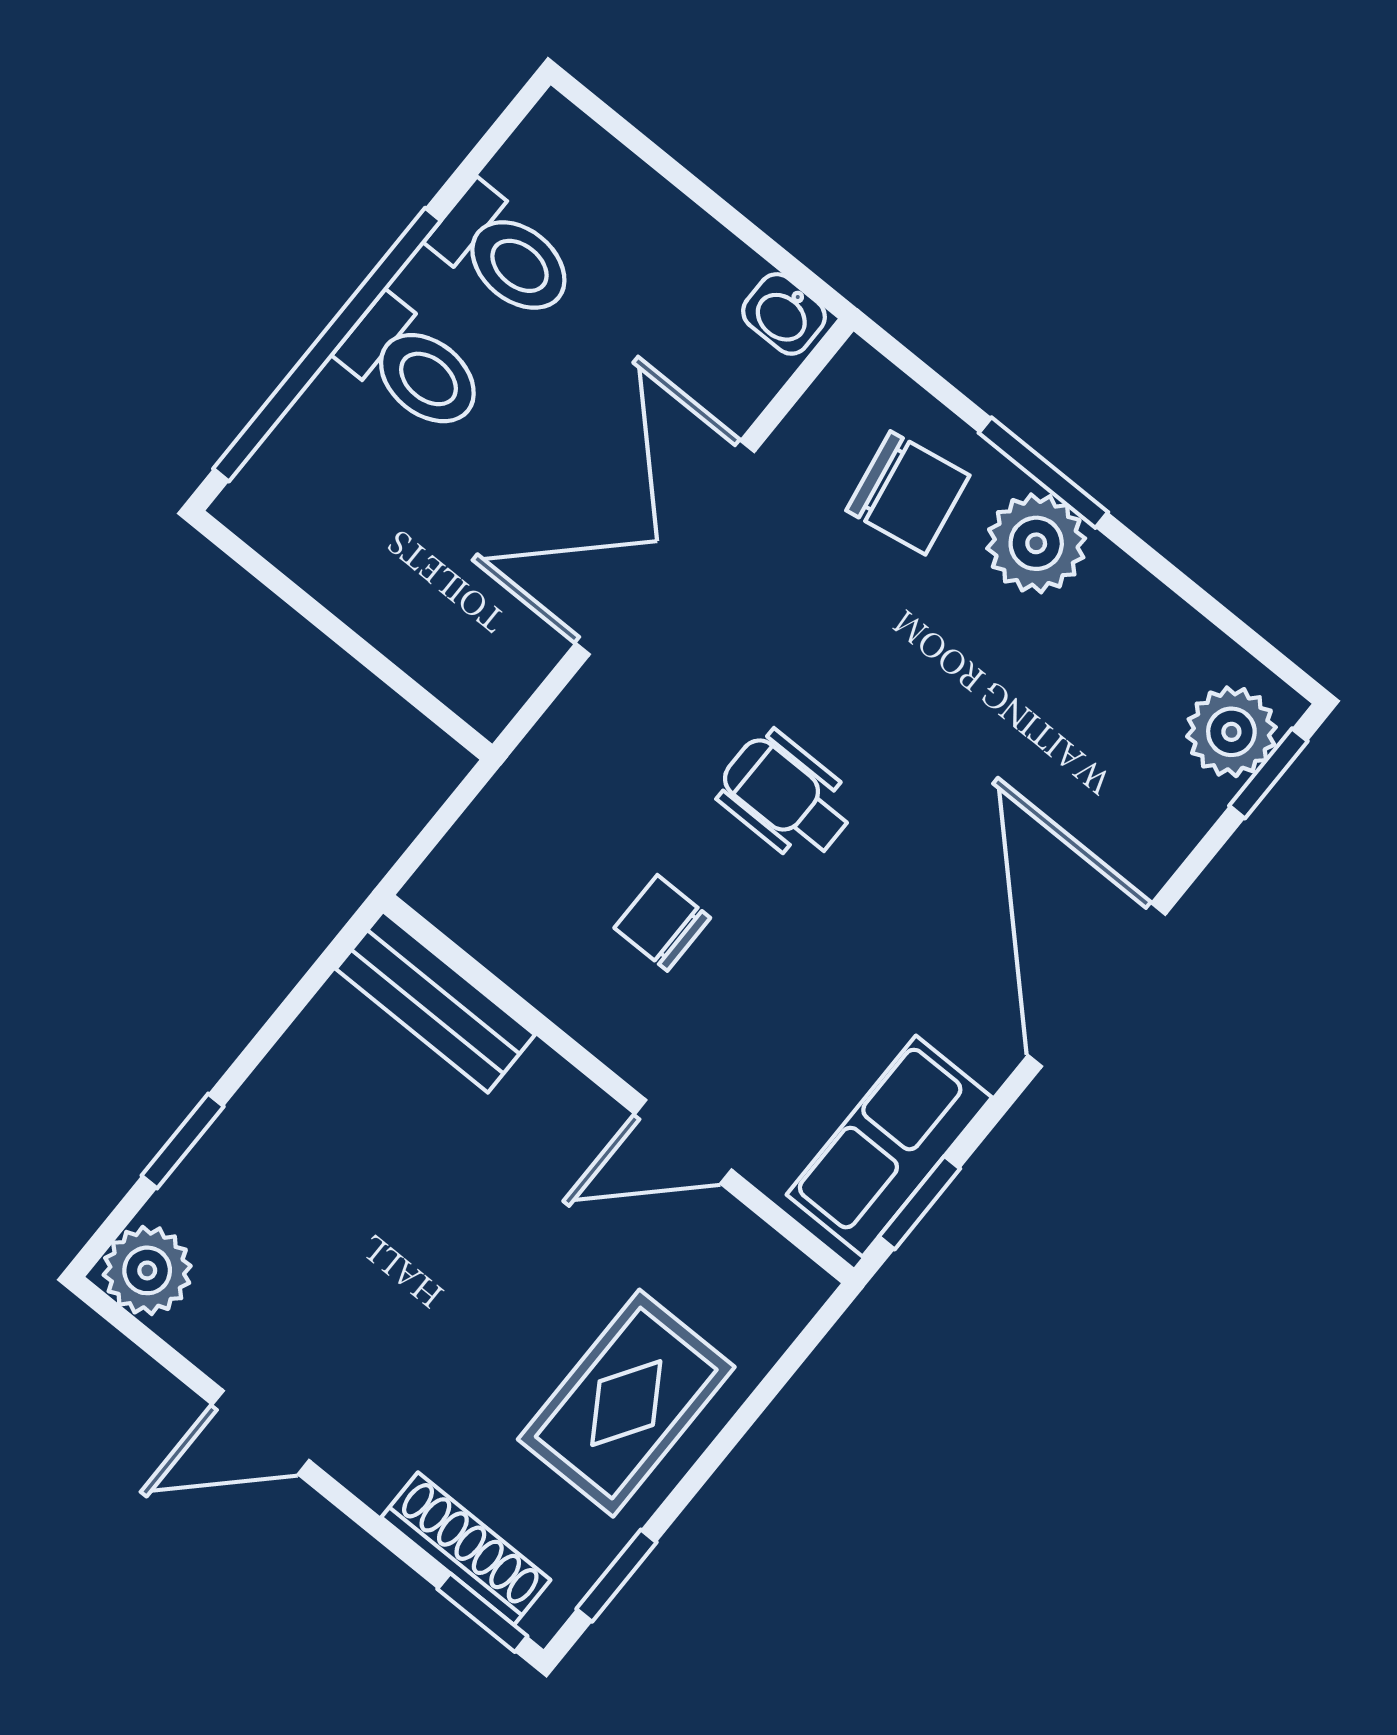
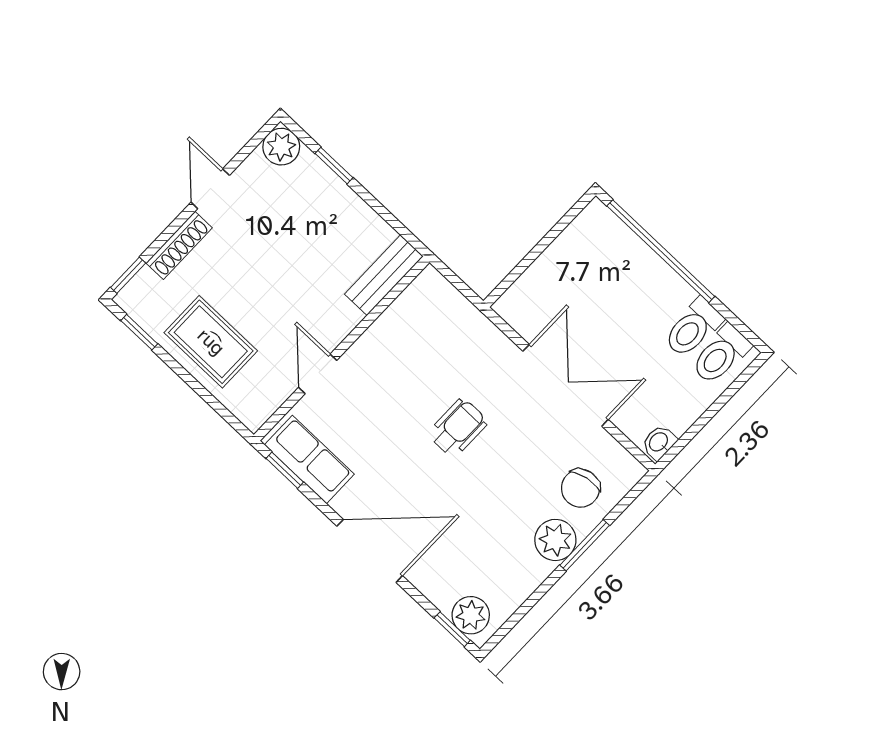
toilet: (413, 367) -> (721, 355), moved
chair: (662, 923) -> (409, 372), removed
shoe rack: (466, 1549) -> (179, 245), moved

